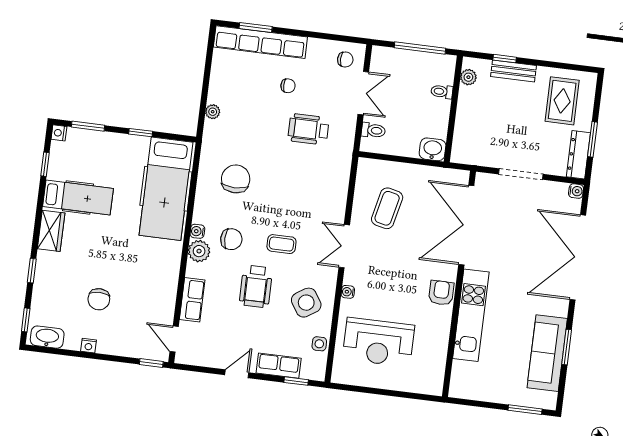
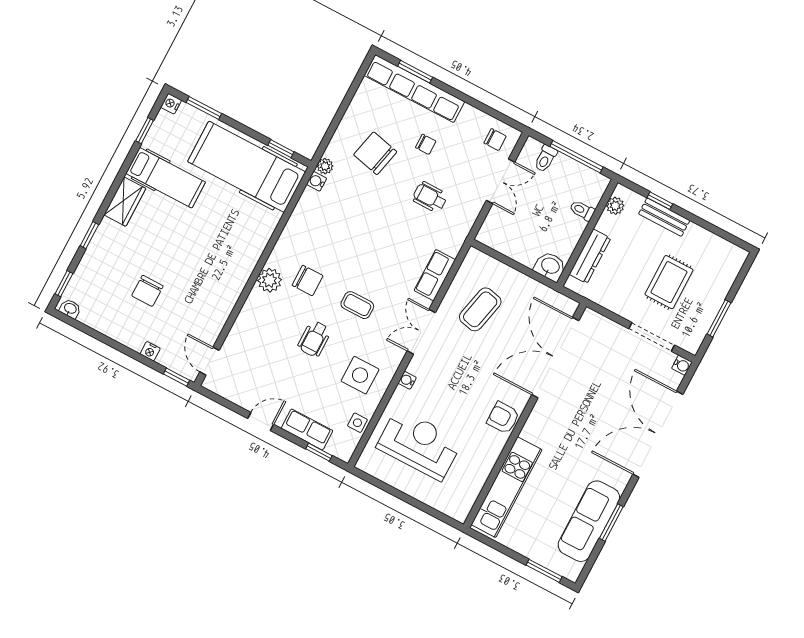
rug: (562, 101) -> (669, 282), moved
plant: (213, 112) -> (325, 166), moved
wheelchair: (308, 129) -> (430, 197), width x0.73, depth x0.73
toilet: (373, 130) -> (546, 159), moved, turned 90
window: (141, 133) -> (281, 149), moved
dresser: (578, 155) -> (590, 256), moved, turned 180
doorway: (521, 174) -> (652, 337), moved
chair: (236, 179) -> (375, 153), moved, turned -77
hospital bed: (166, 189) -> (247, 167), moved, turned 90
water cooler: (197, 231) -> (317, 181), moved
wheelchair: (256, 286) -> (314, 339), width x0.73, depth x0.73
armchair: (441, 293) -> (503, 418), turned -90
row of seats: (192, 300) -> (435, 275), moved, turned 180
side table: (306, 303) -> (360, 375), turned 33
kitchen unit: (471, 315) -> (507, 487), moved
washbasin: (47, 337) -> (70, 309), width x0.52, depth x0.69
reception desk: (379, 342) -> (419, 444), turned 180
nightstand: (89, 346) -> (150, 351), moved

